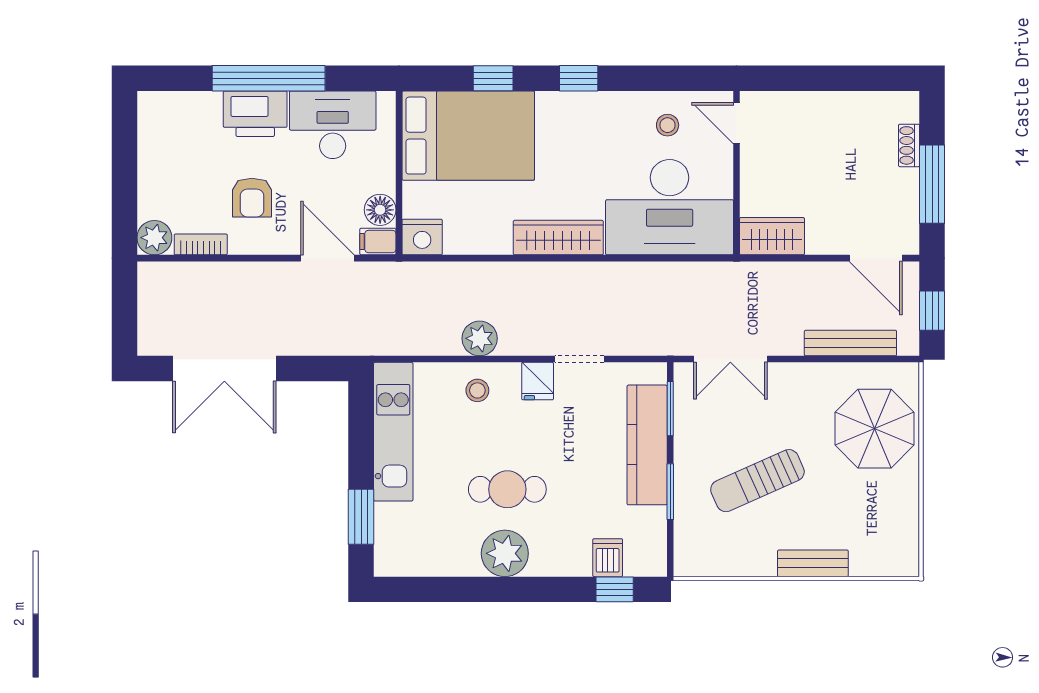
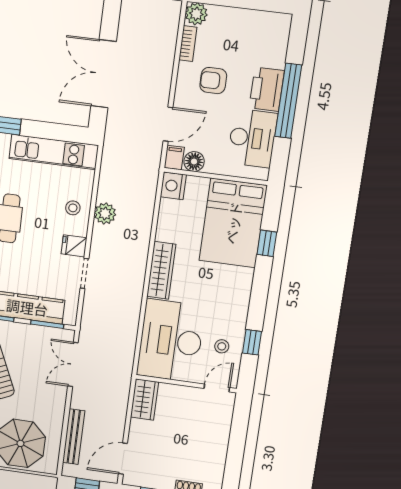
window: (579, 78) -> (252, 342), moved
double door: (224, 369) -> (104, 74), moved

